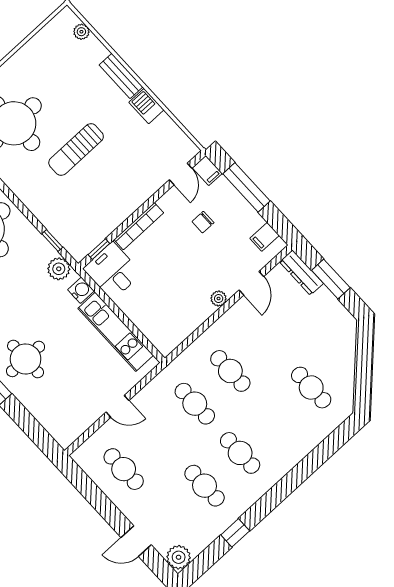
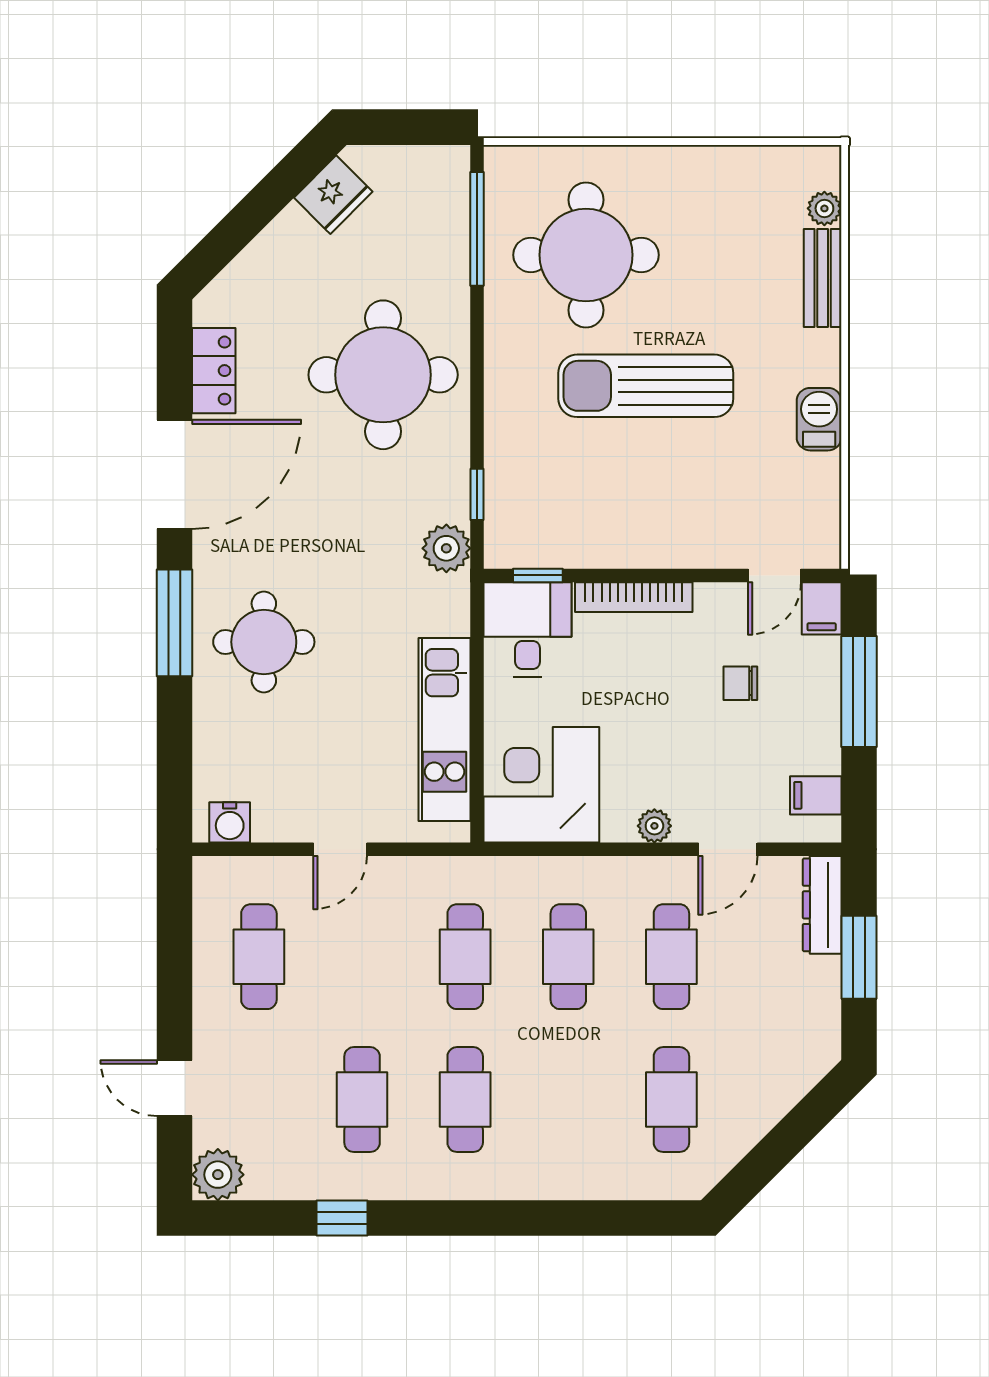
bench: (121, 76) -> (823, 278), moved
sun lounger: (76, 150) -> (646, 386), width x1.36, depth x1.34
water cooler: (81, 290) -> (230, 822), moved, turned 90
corner desk: (167, 320) -> (541, 785), added
cafe table: (266, 338) -> (671, 957), added
door: (118, 406) -> (340, 849), hinge flipped

